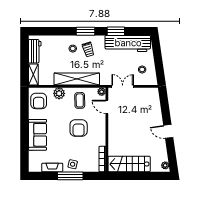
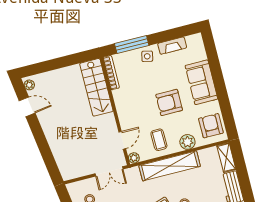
door: (107, 107) -> (122, 140), hinge flipped
armchair: (79, 128) -> (169, 102), moved, turned -90
door: (168, 131) -> (27, 107), moved
stairs: (129, 164) -> (96, 87), moved, turned 90
window: (70, 176) -> (132, 44), moved

